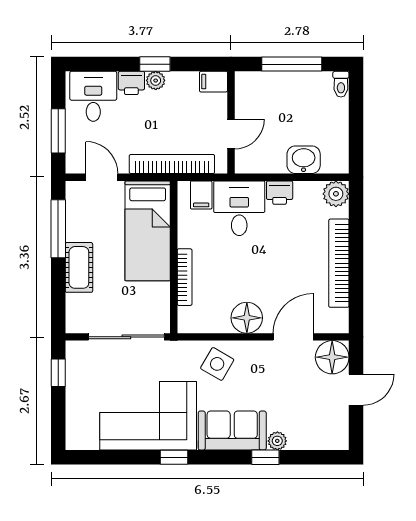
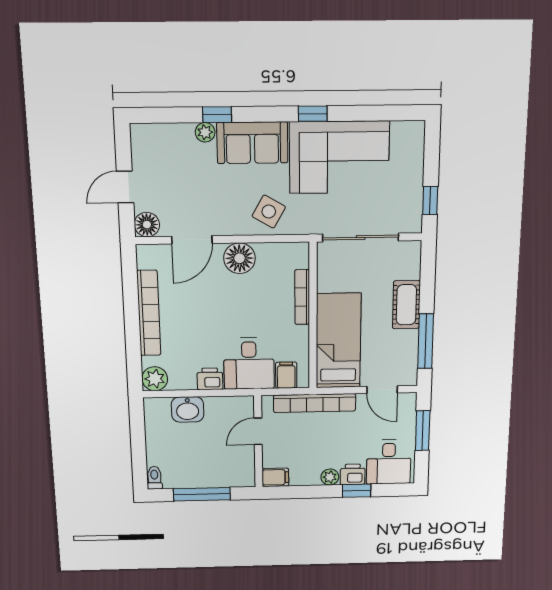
window: (155, 64) -> (357, 491), moved
floor lamp: (332, 357) -> (147, 225), width x0.73, depth x0.73

